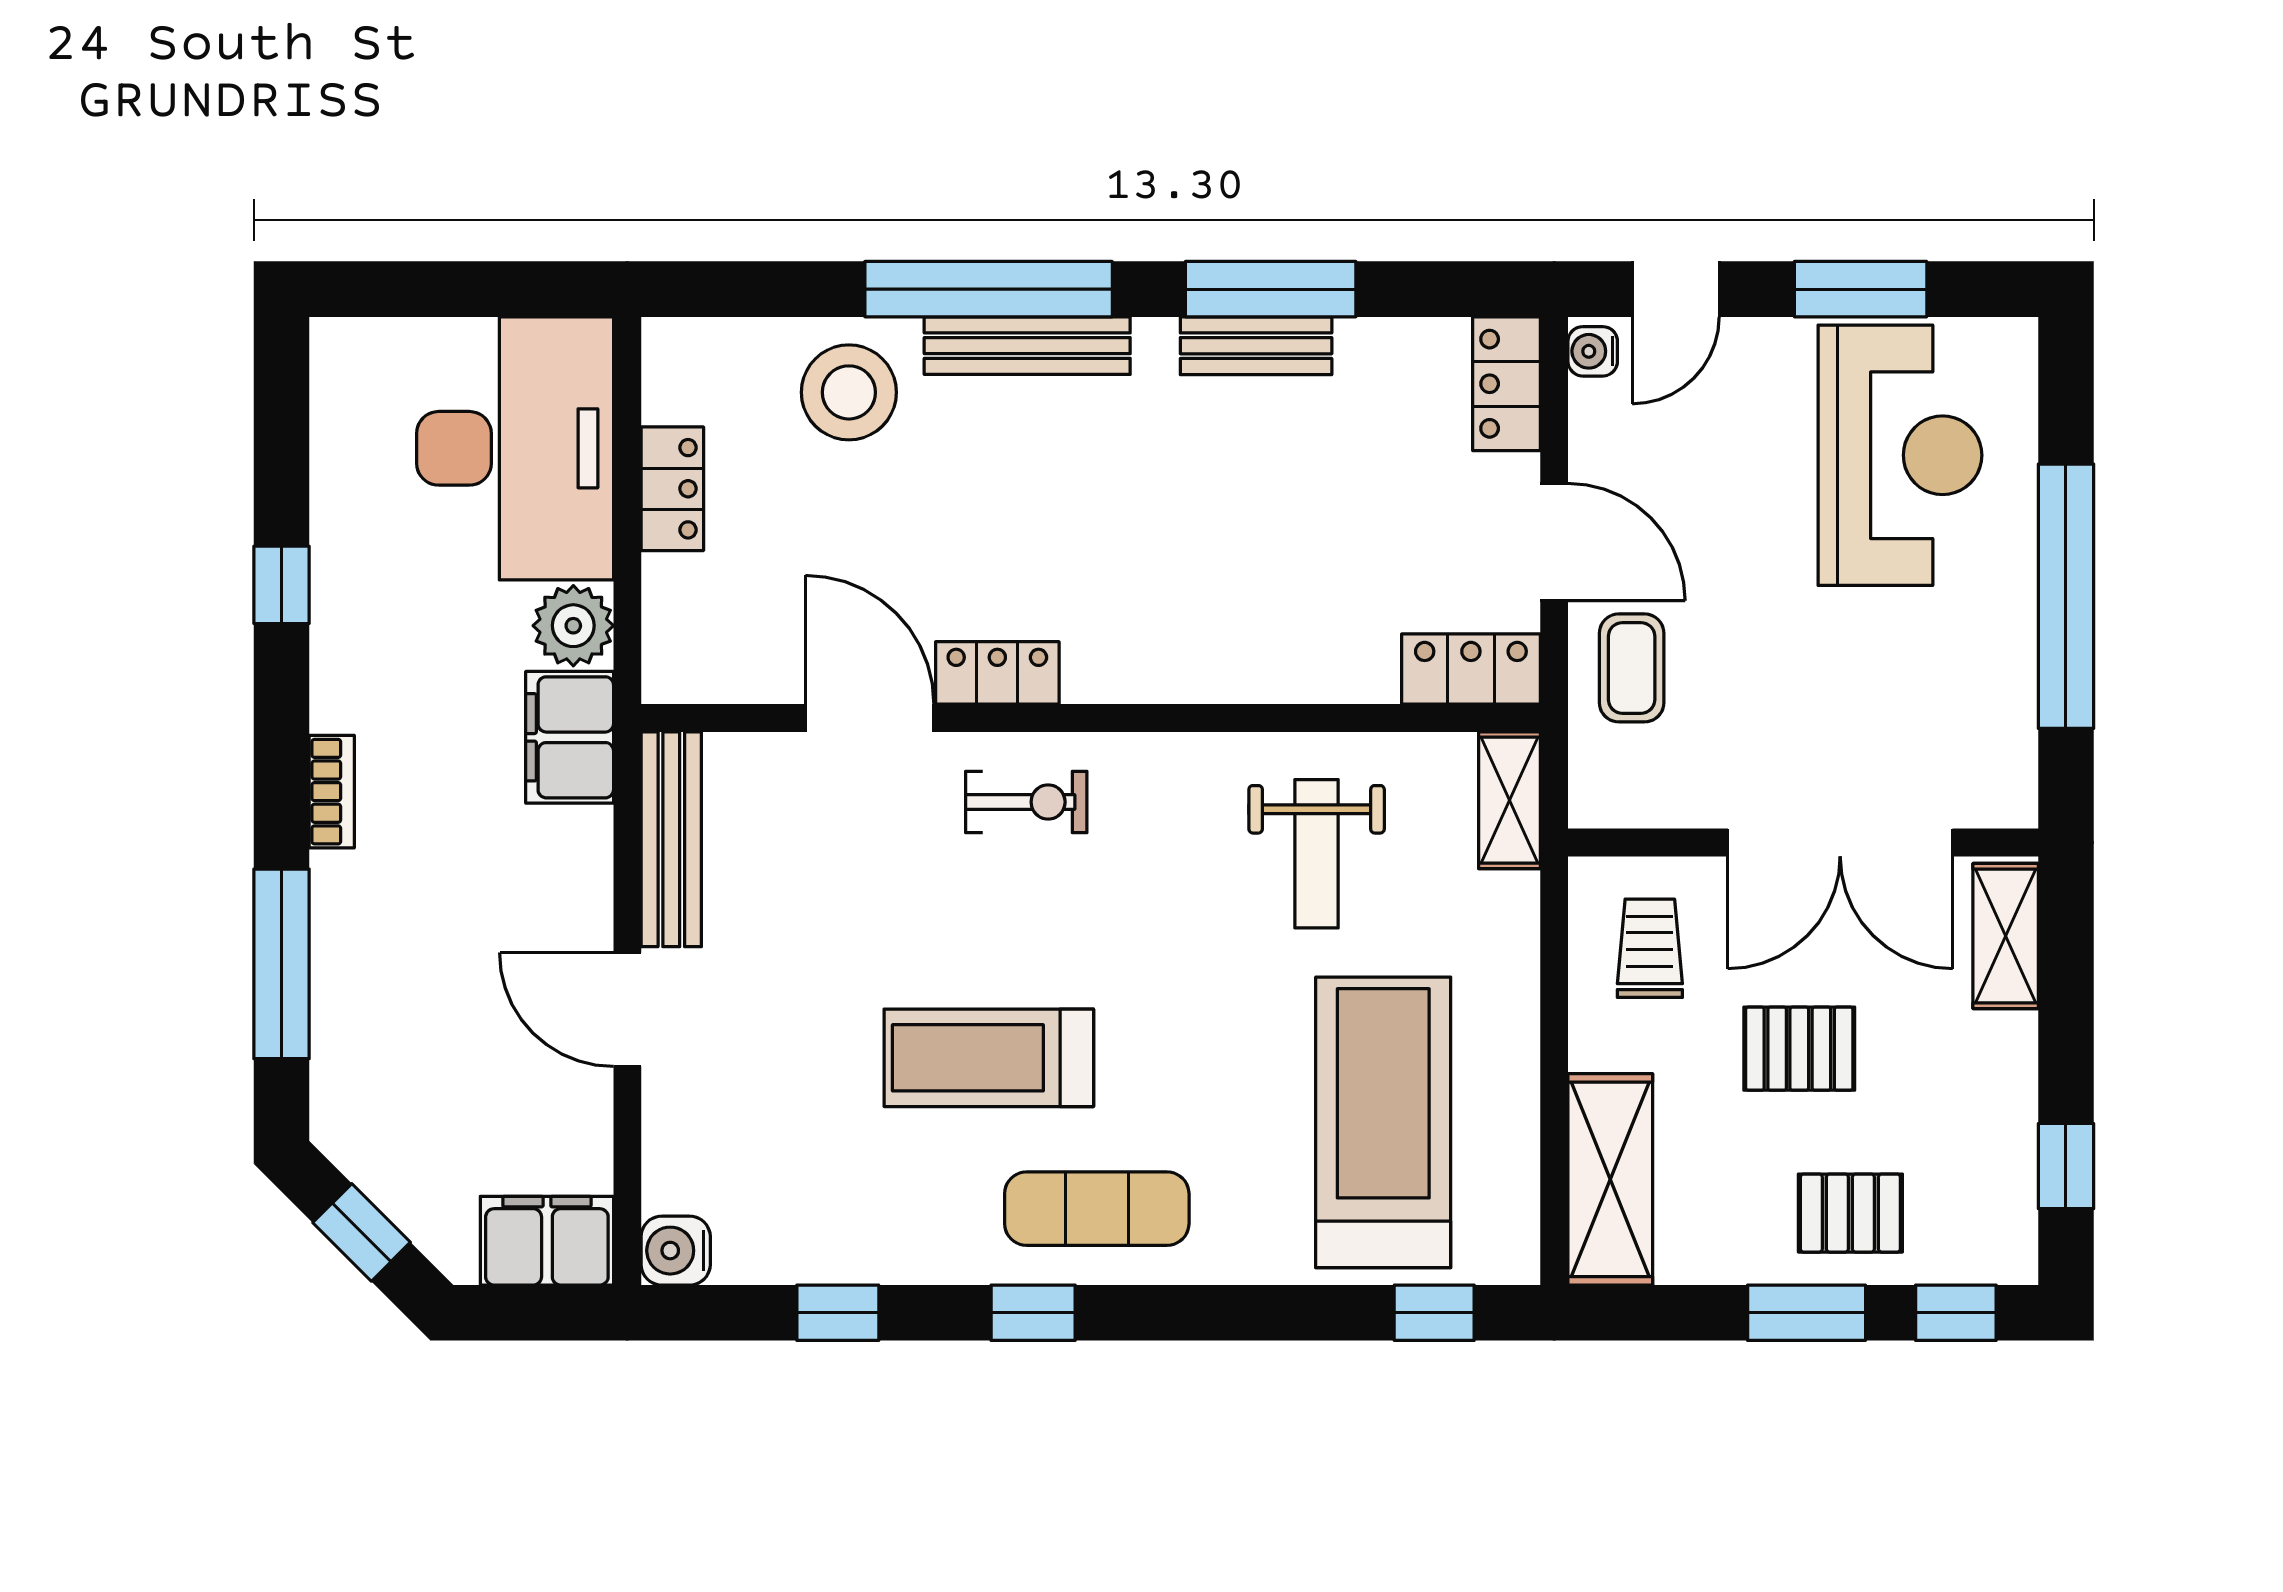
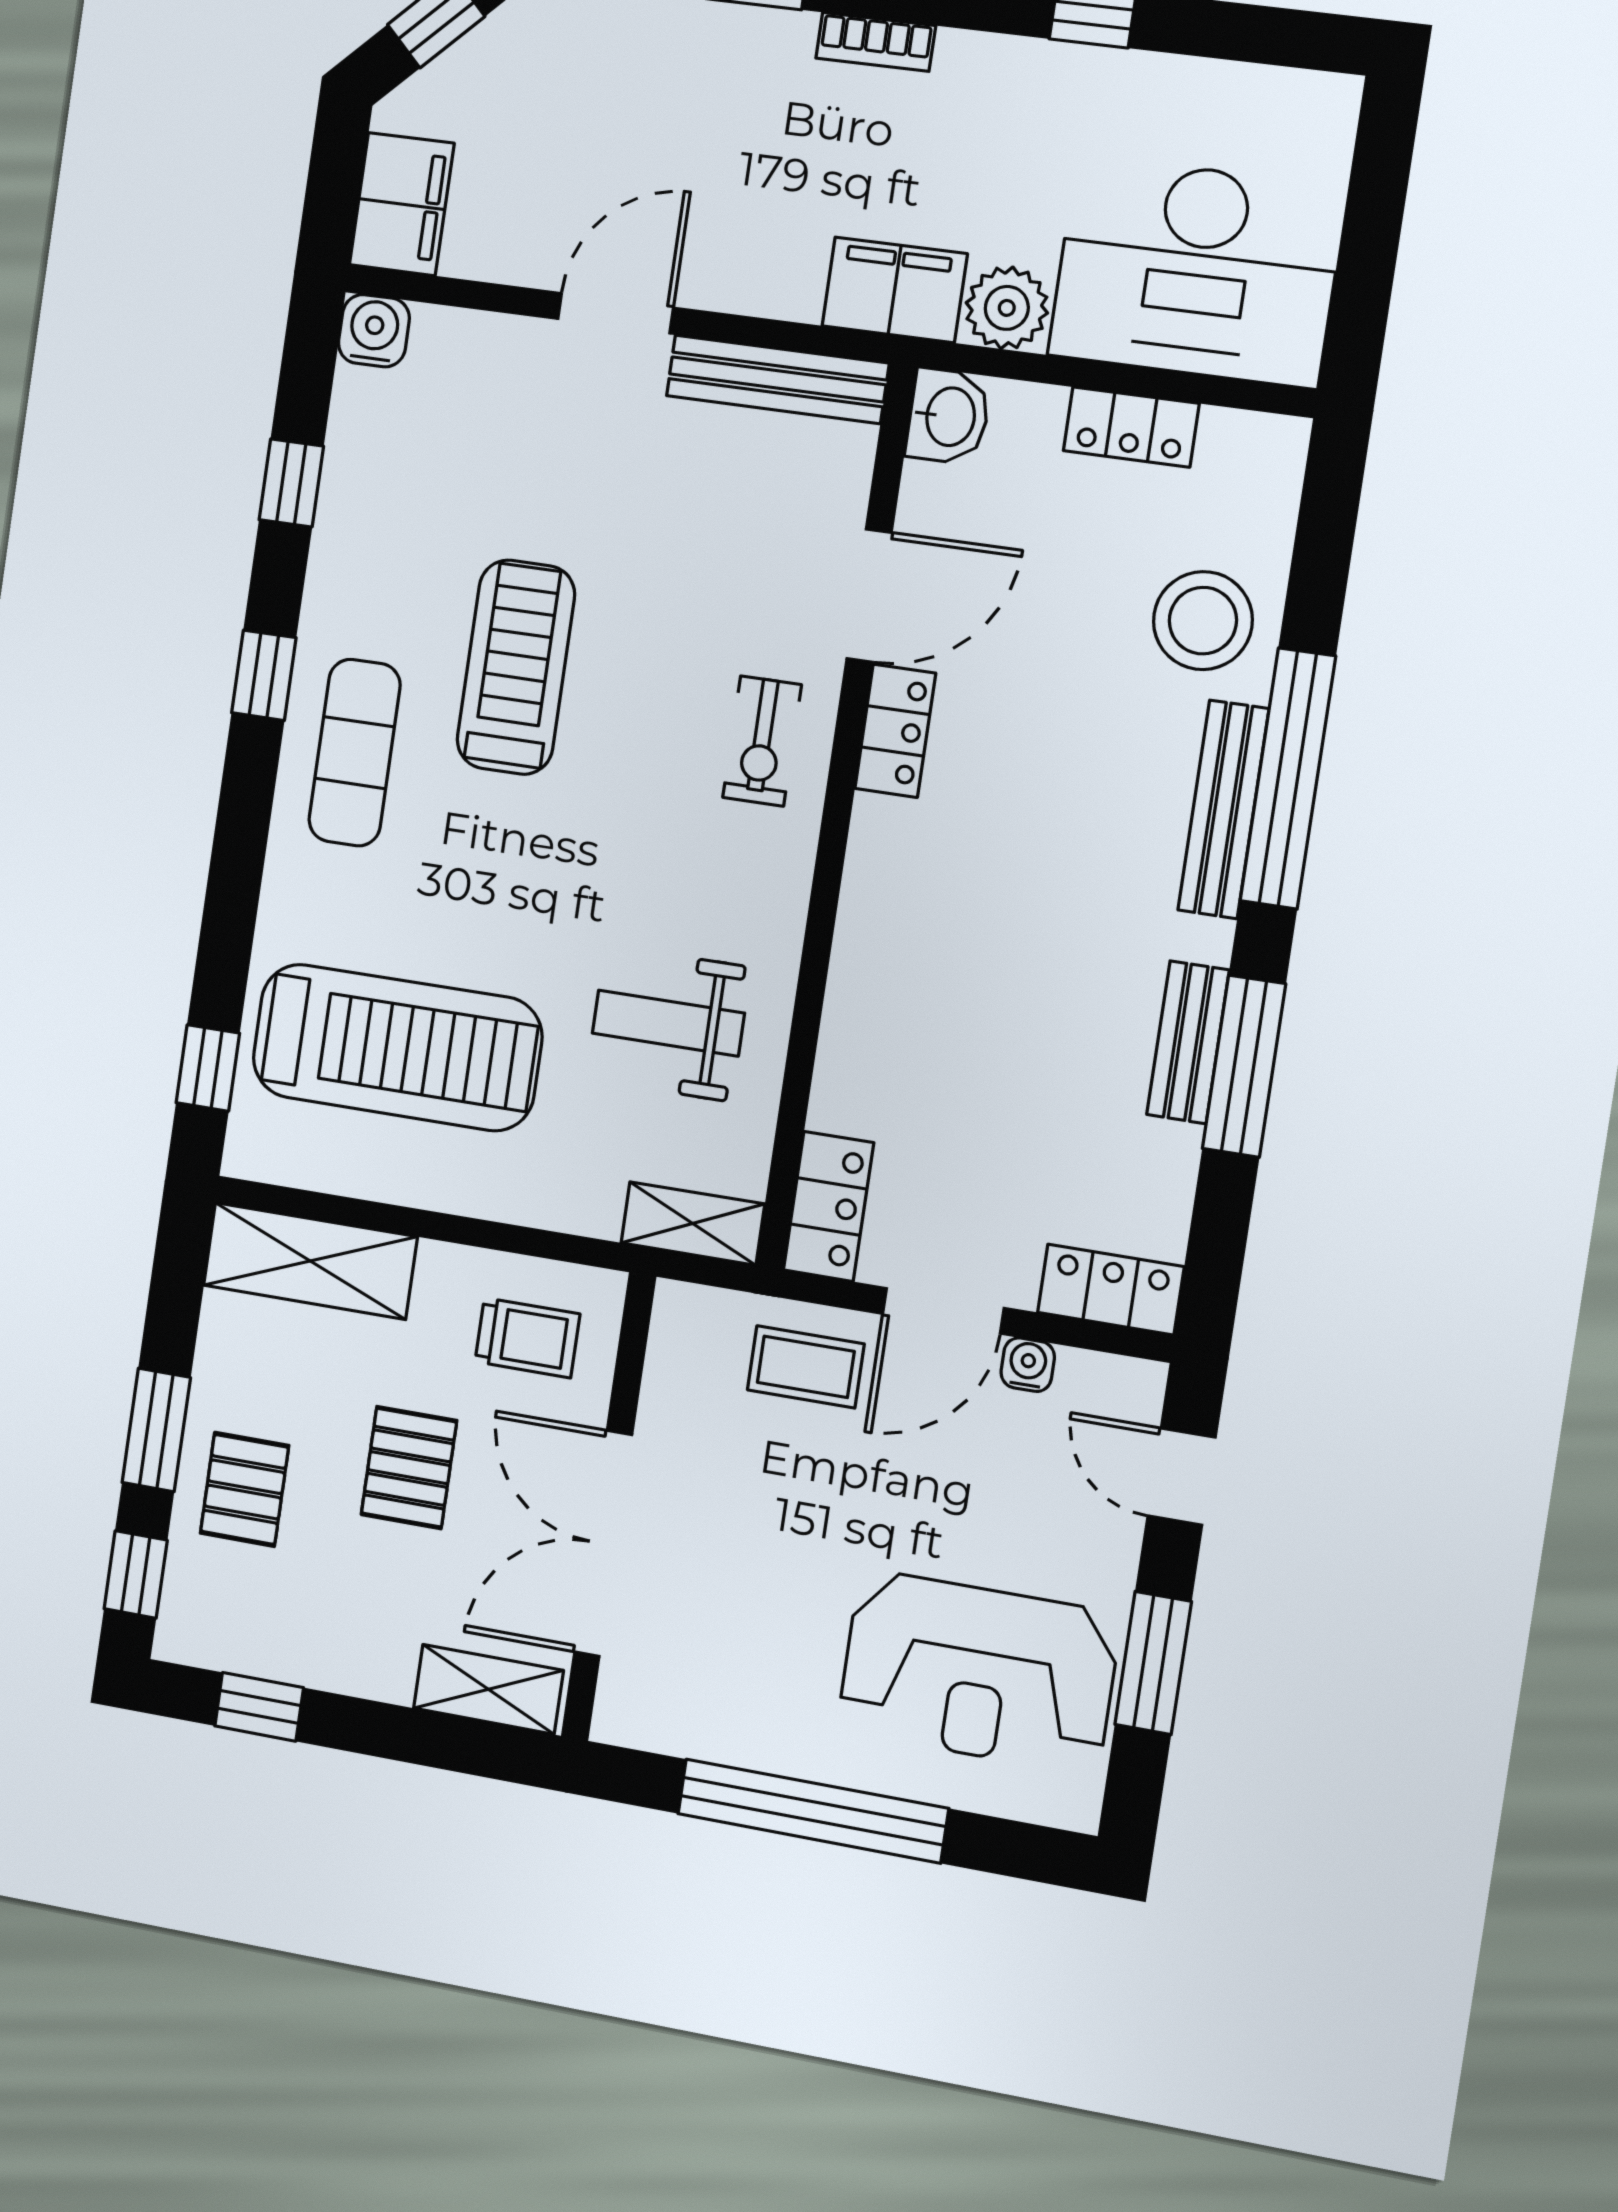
water cooler: (1593, 351) -> (1028, 1365), moved
washbasin: (685, 667) -> (948, 416), added

